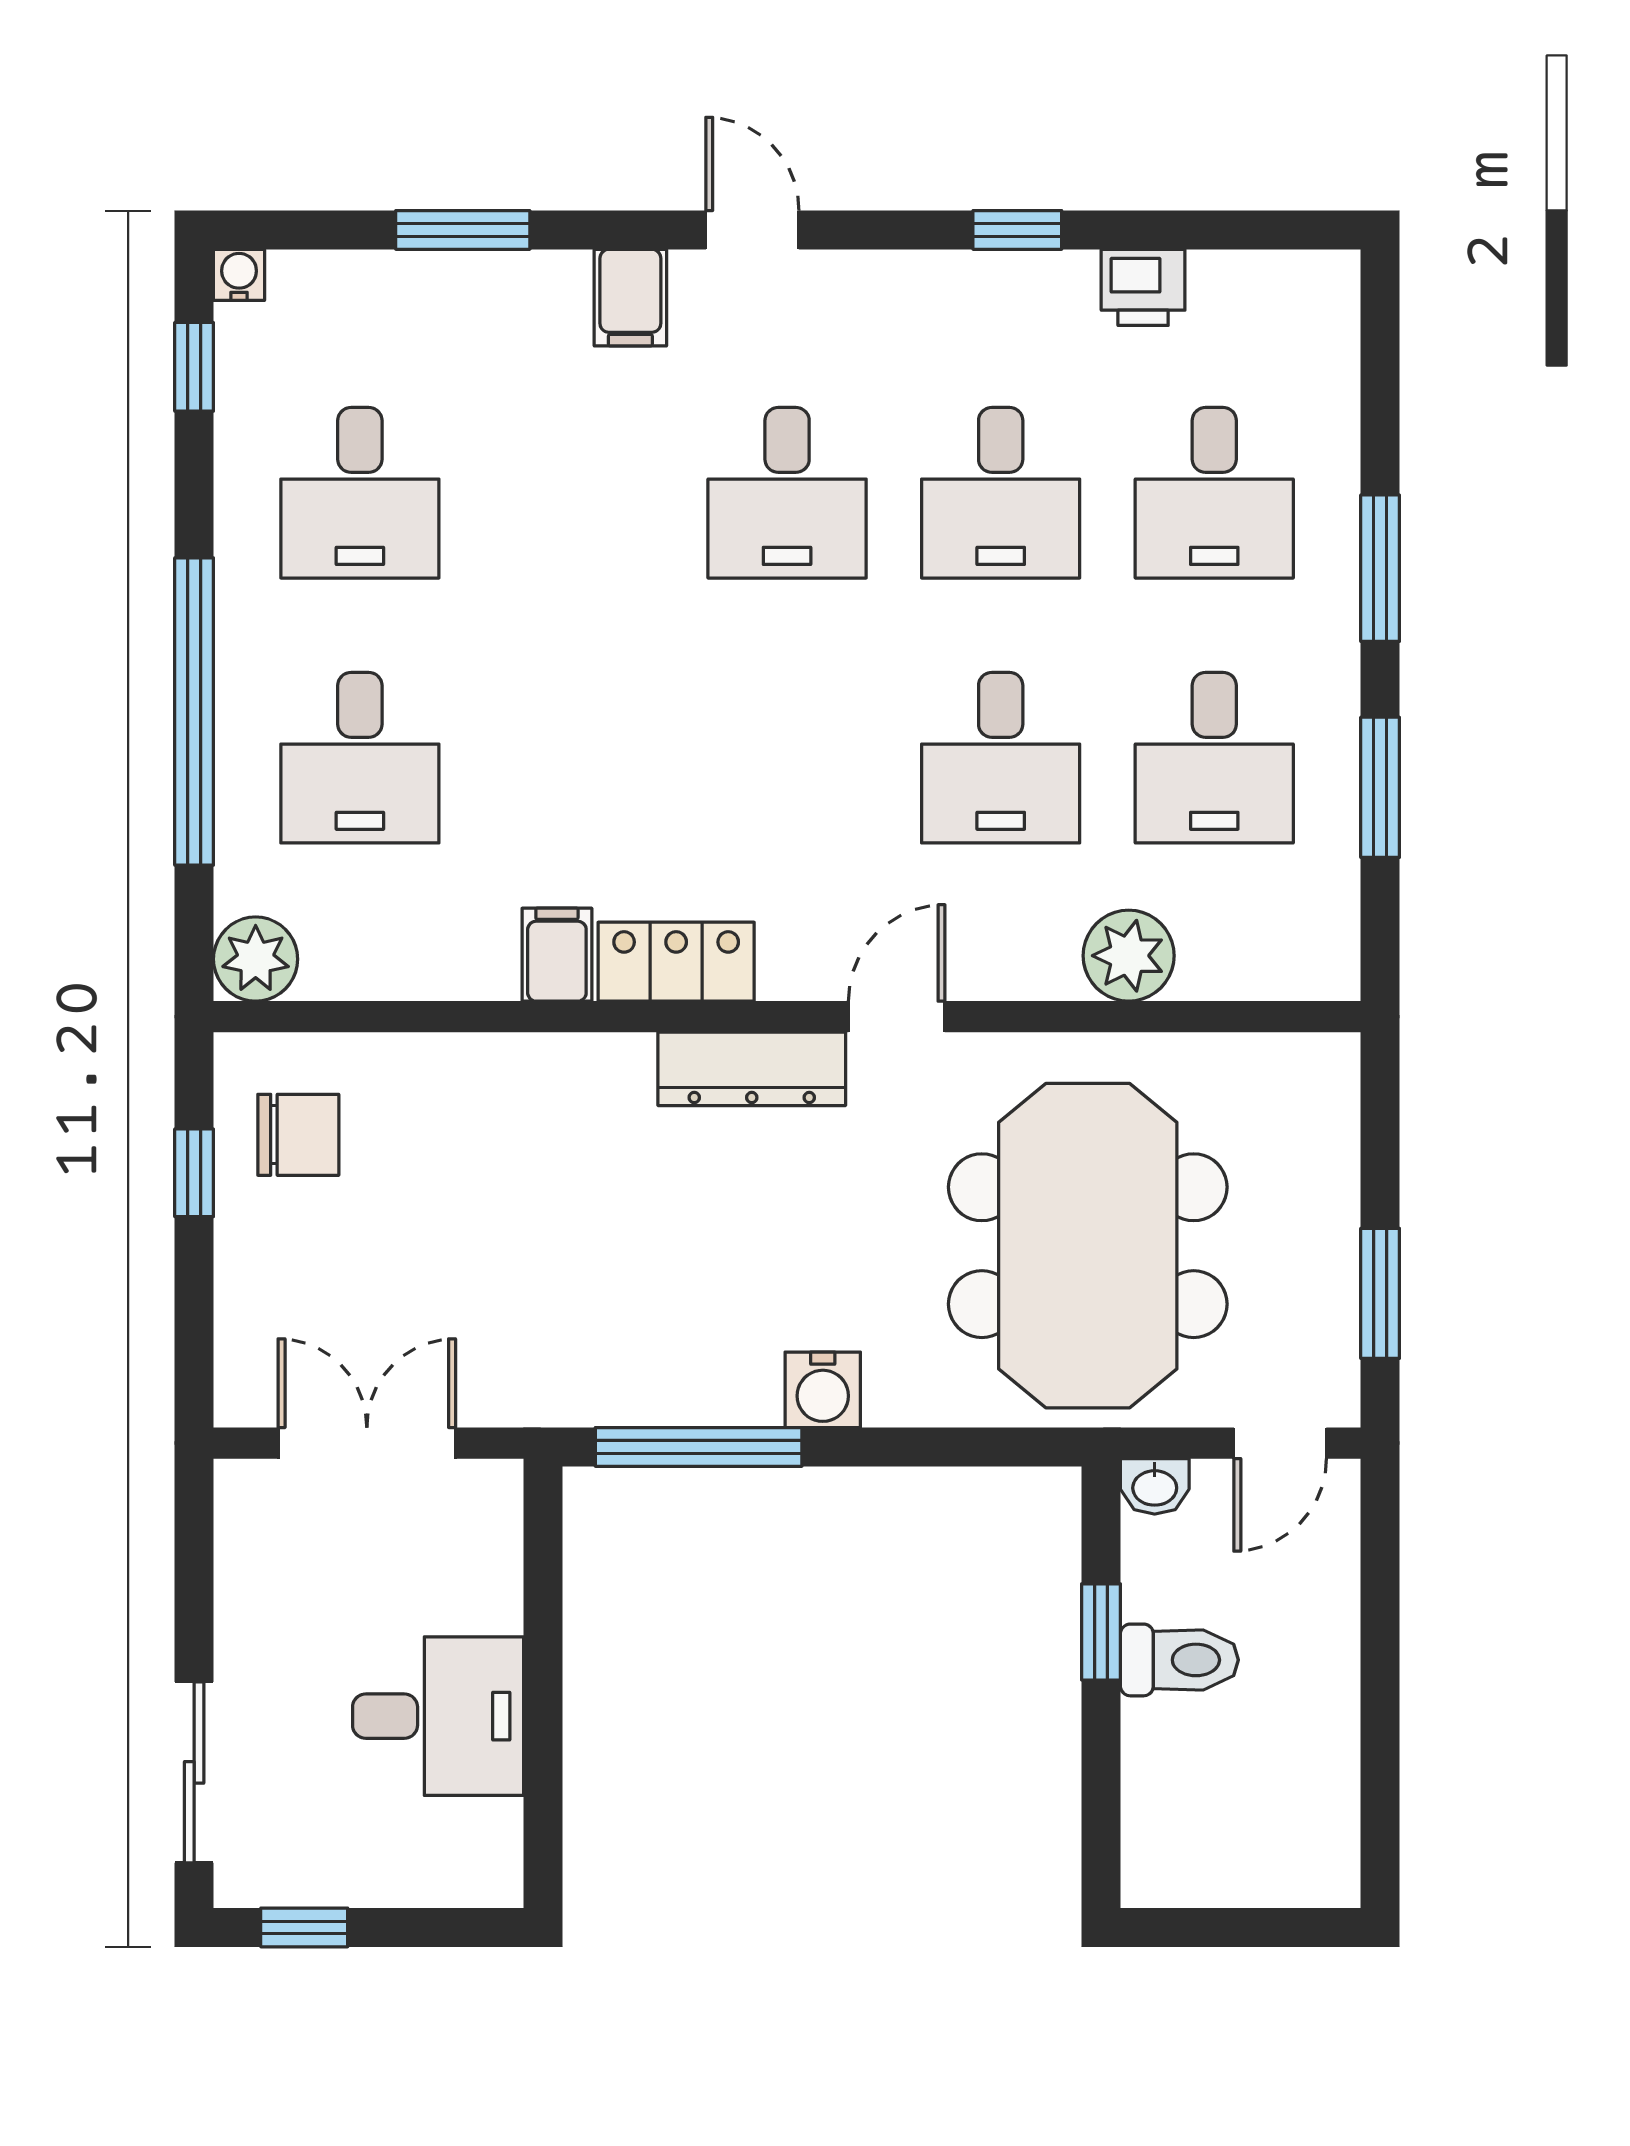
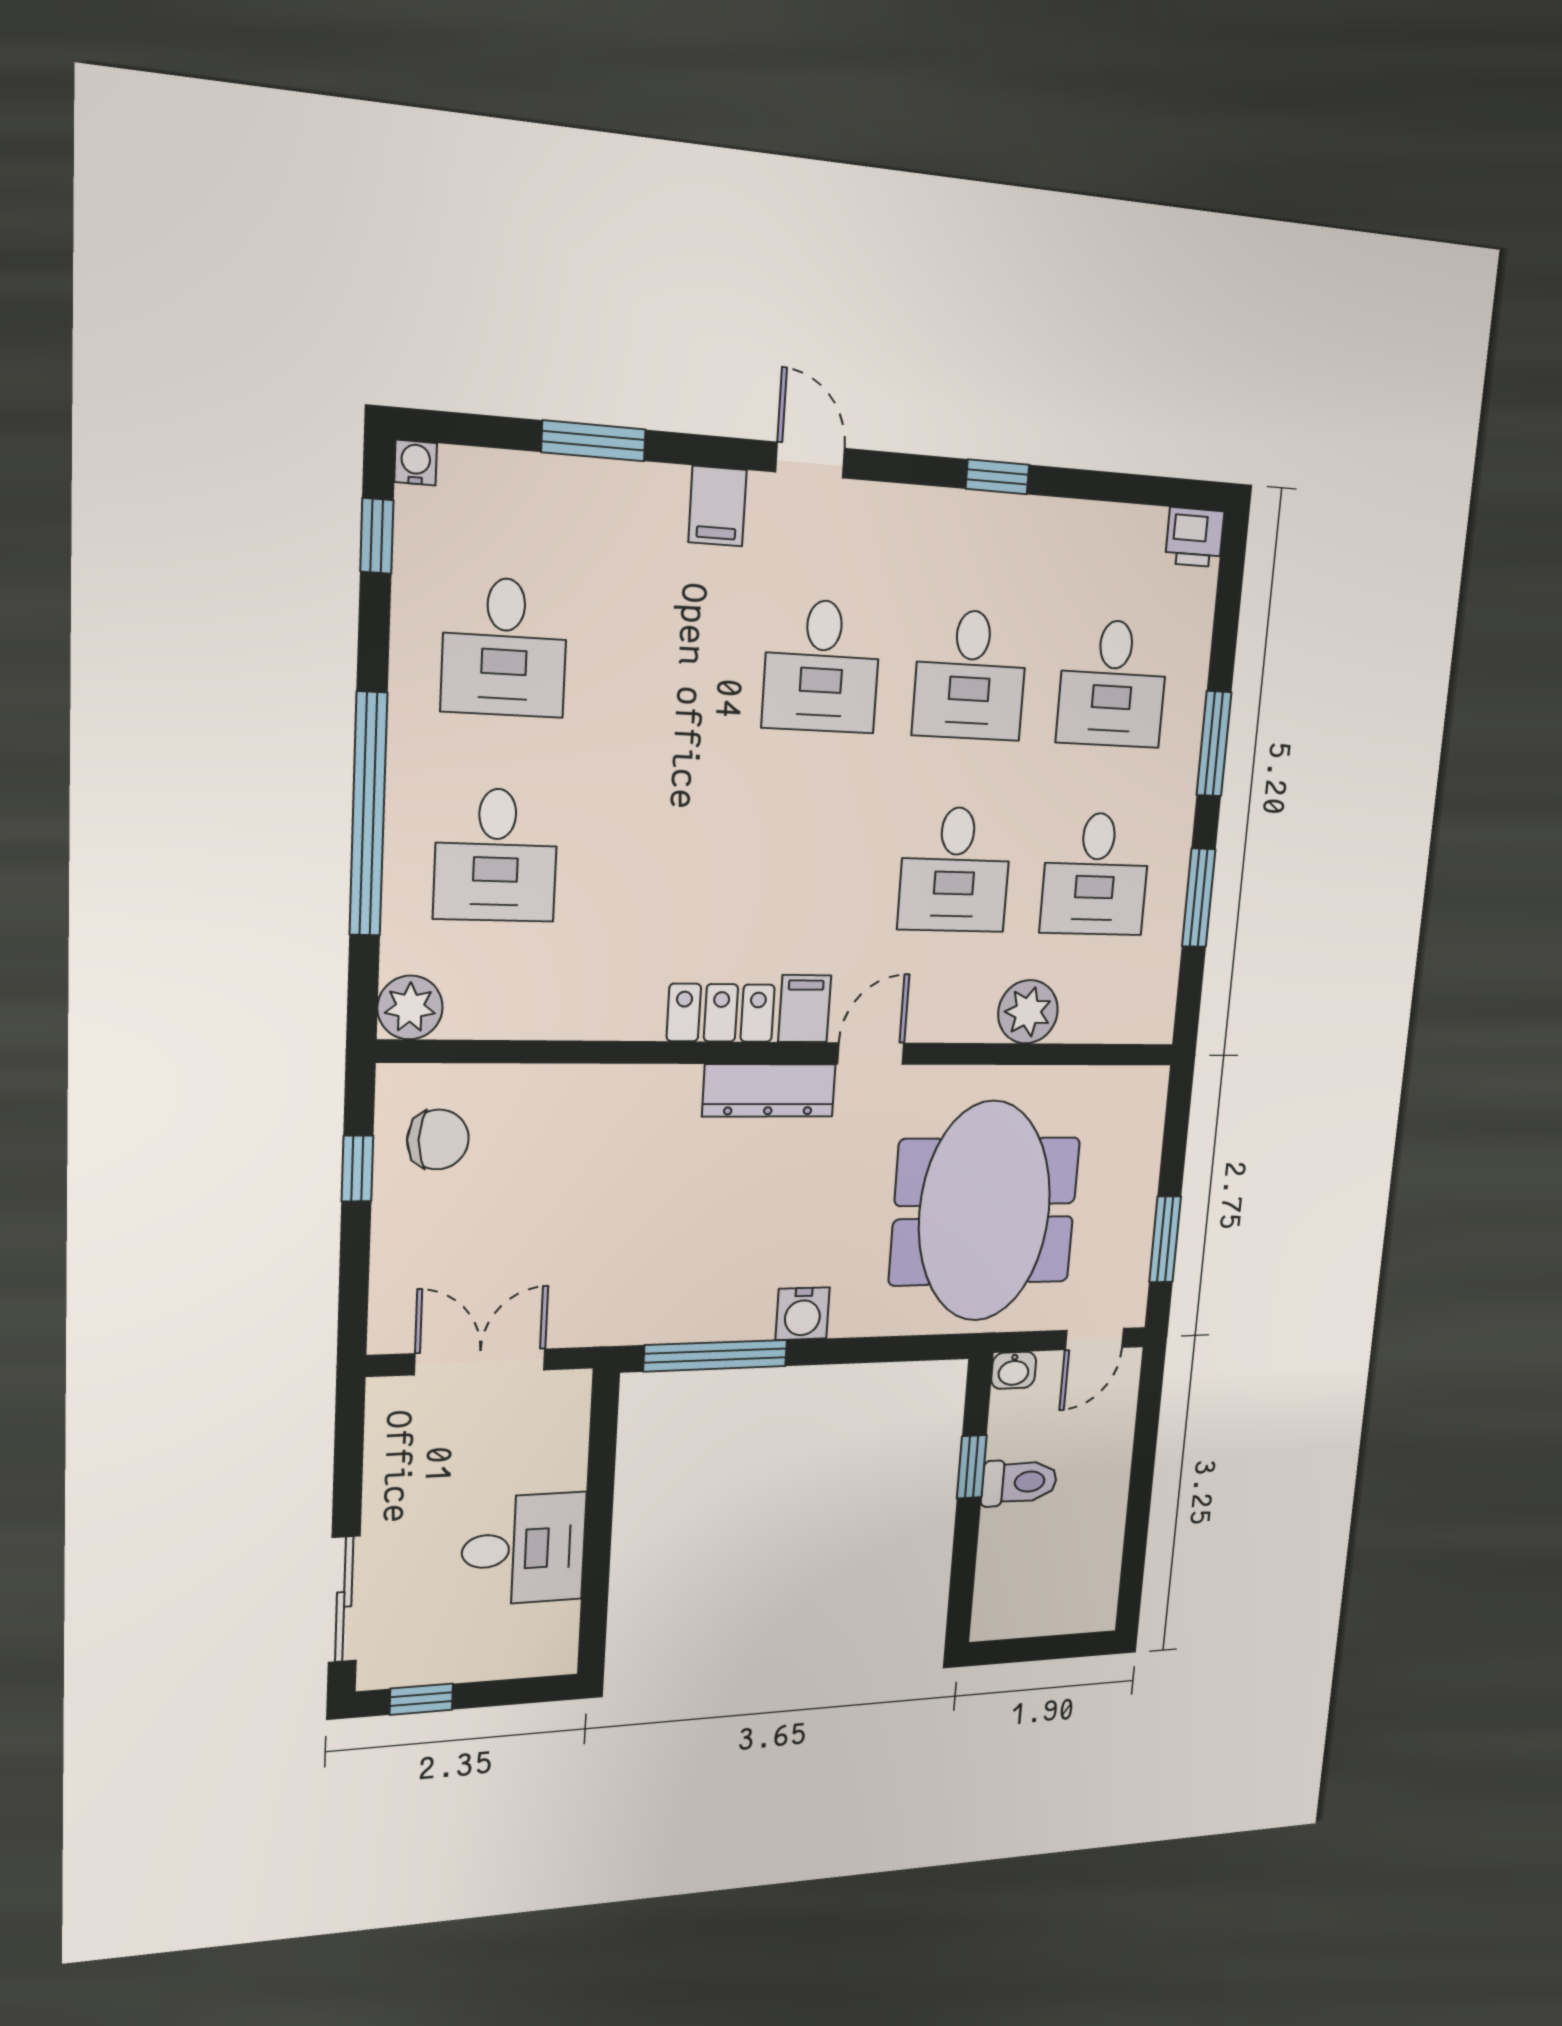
printer: (1143, 287) -> (1195, 537), moved
filing cabinet: (557, 955) -> (805, 1009), moved

